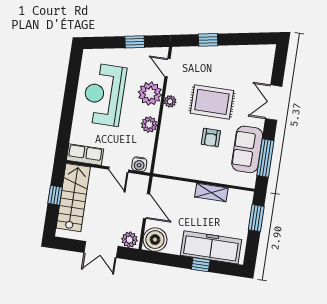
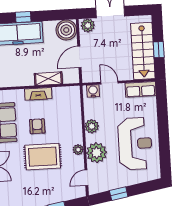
door: (167, 68) -> (86, 178), swing flipped
fireplace: (202, 174) -> (38, 94), added
shelving: (211, 192) -> (48, 79), moved
door: (147, 206) -> (79, 57), hinge flipped

